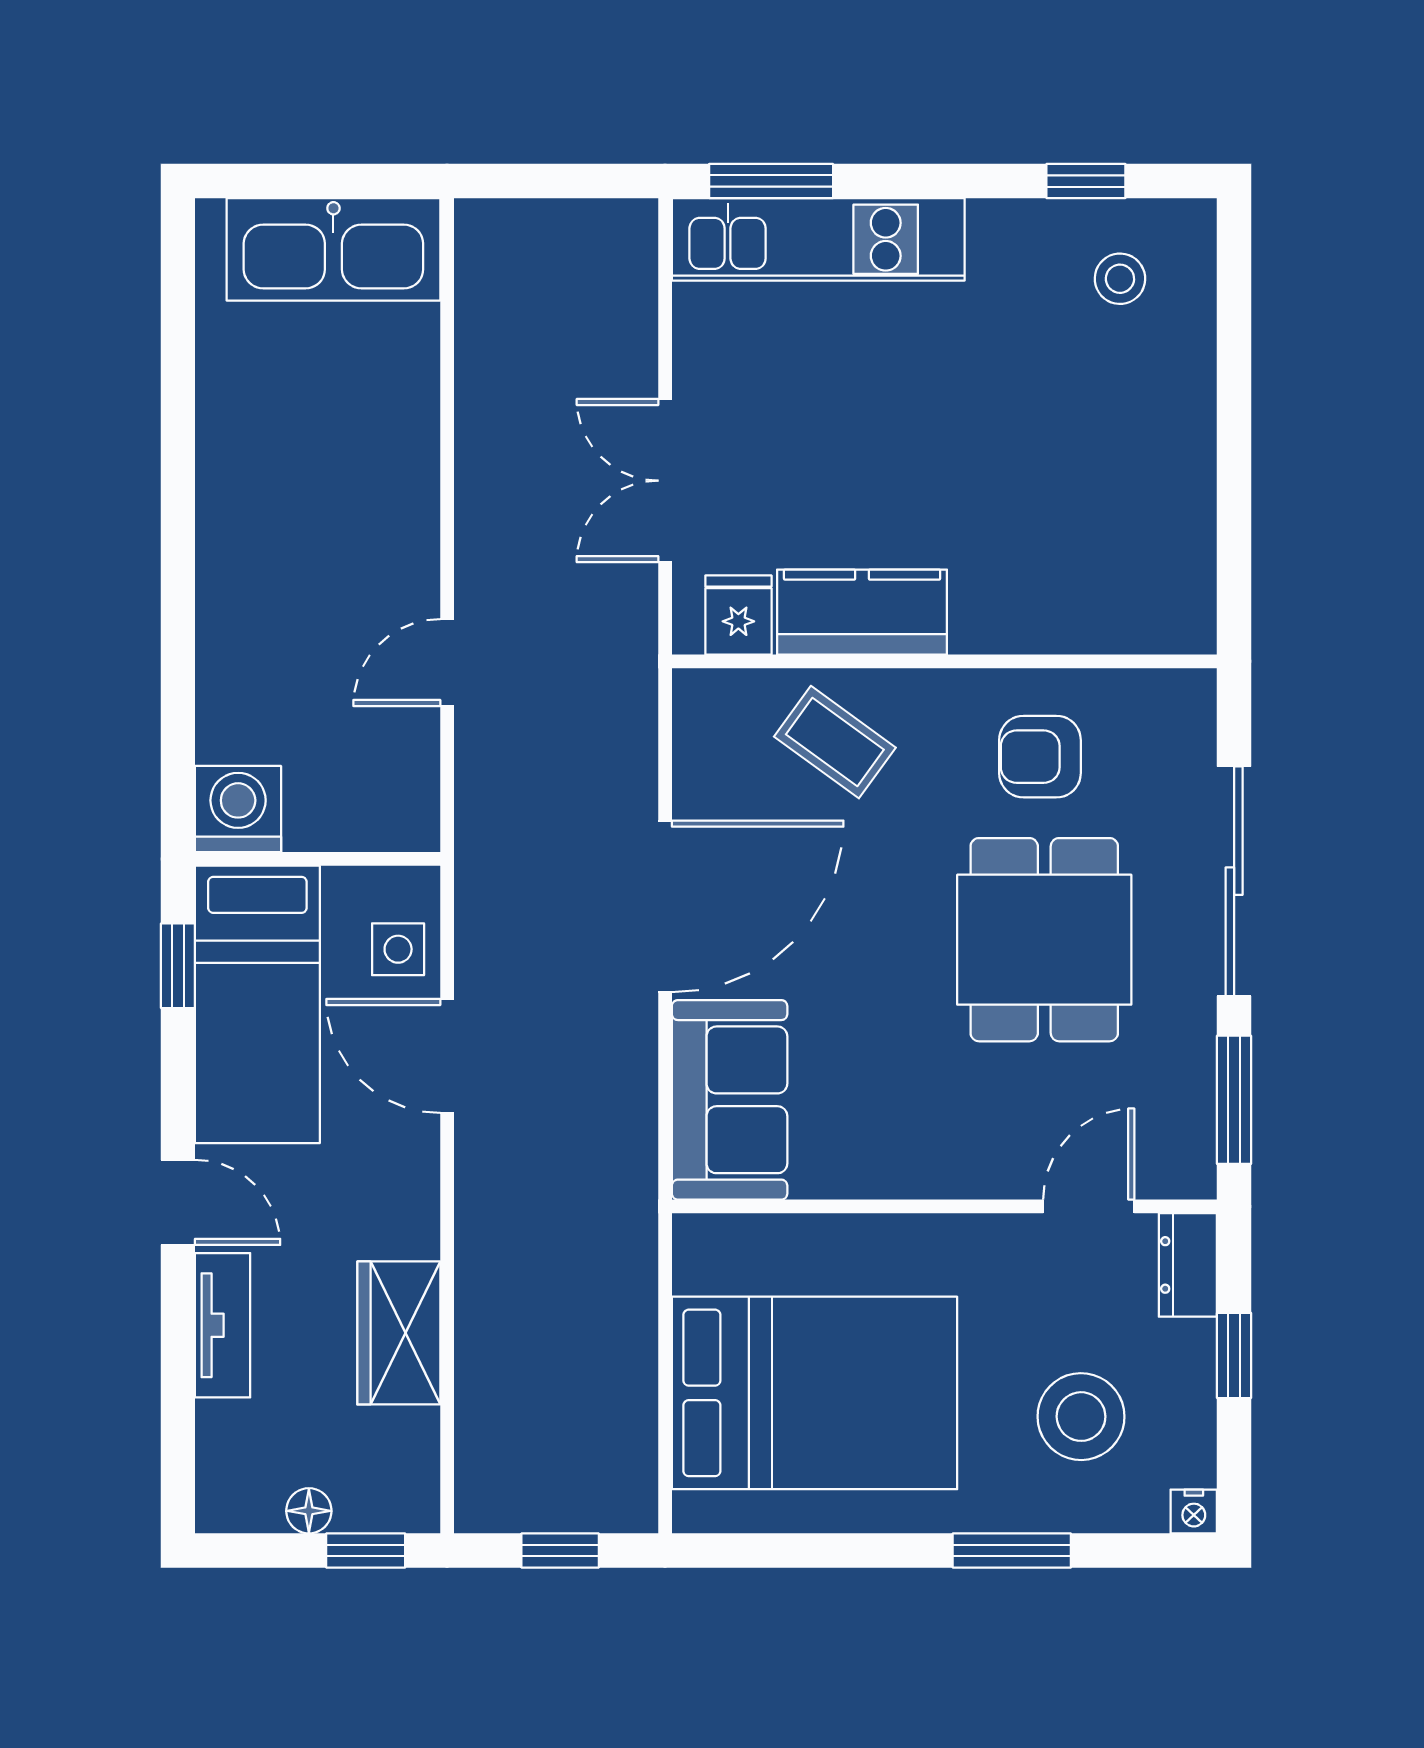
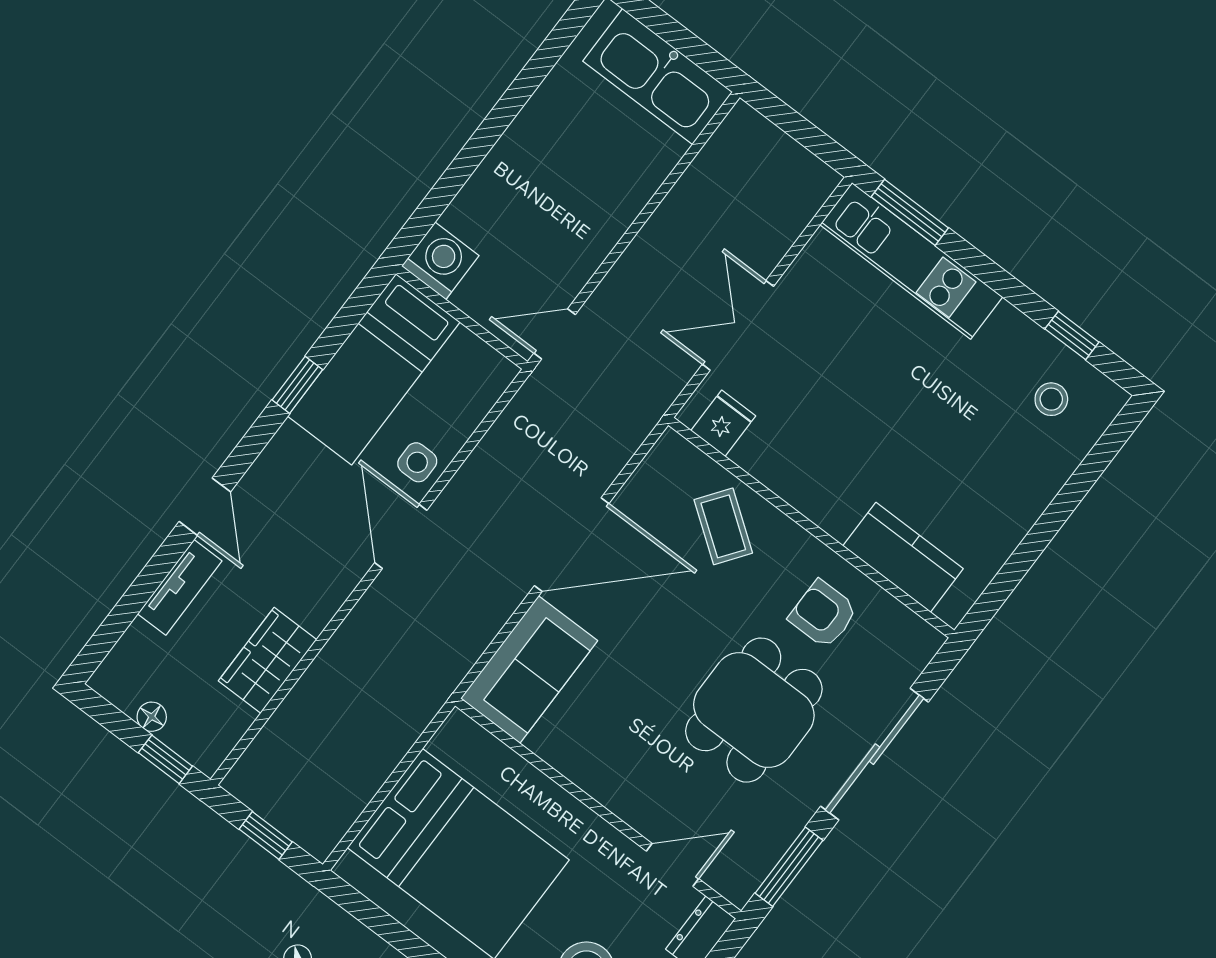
kitchen counter: (862, 612) -> (903, 557), moved
washing machine: (238, 809) -> (440, 261), moved
wall: (318, 859) -> (462, 318), moved
bed: (257, 1004) -> (374, 369), moved

